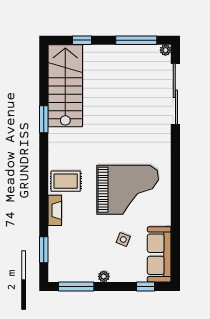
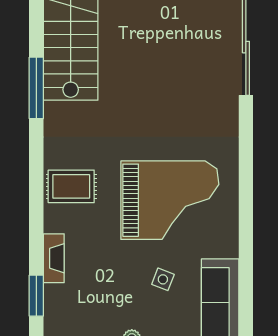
window: (44, 119) -> (36, 88), width x1.44
fireplace: (55, 210) -> (54, 258), moved

